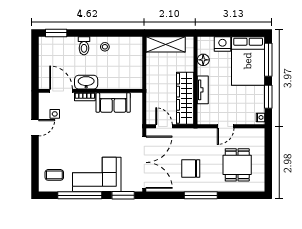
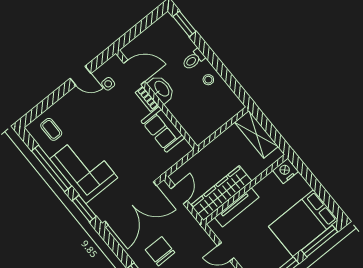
nightstand: (222, 44) -> (286, 171), moved, turned -90
floor lamp: (203, 60) -> (270, 181), removed
tv unit: (203, 90) -> (237, 207), width x1.41
door: (61, 91) -> (134, 72), hinge flipped

